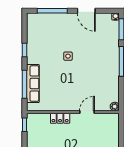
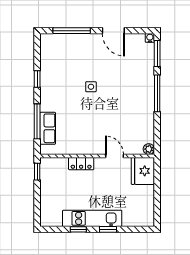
row of seats: (33, 84) -> (48, 128), width x0.68
door: (87, 112) -> (114, 156), hinge flipped
fridge: (110, 124) -> (143, 171), added

